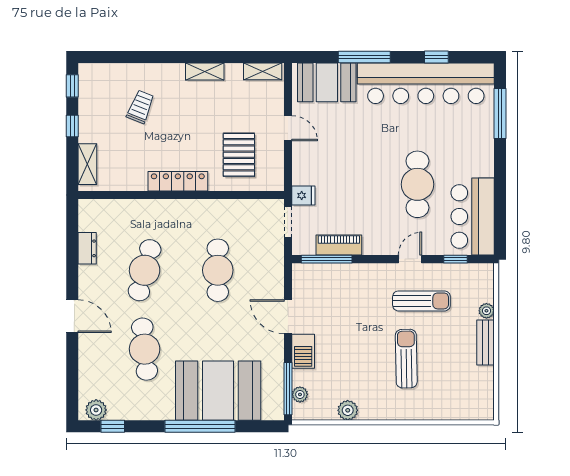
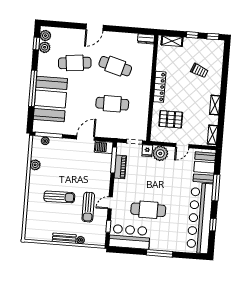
window: (500, 114) -> (160, 253), moved
plant: (307, 170) -> (160, 153), added
dresser: (87, 248) -> (146, 39), moved
door: (410, 259) -> (110, 203), swing flipped
barbecue: (303, 351) -> (104, 147), moved
plant: (119, 410) -> (45, 47), added

